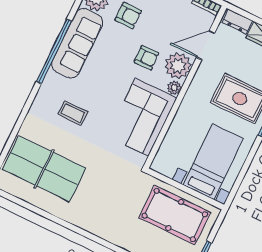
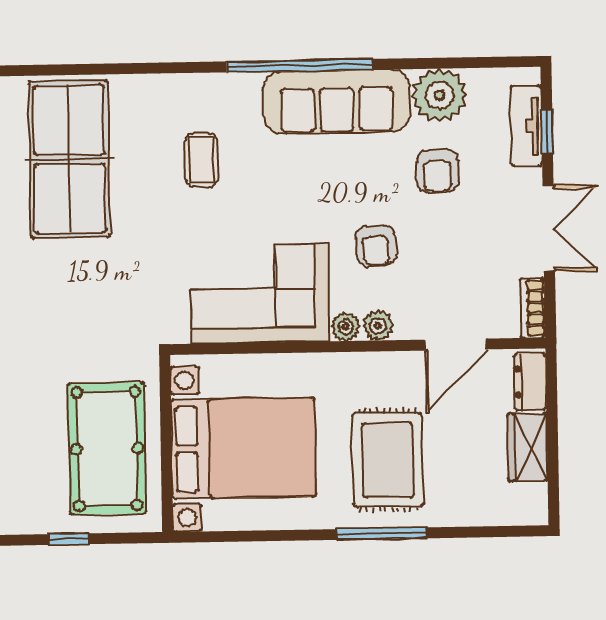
door: (206, 45) -> (456, 345), swing flipped
plant: (178, 66) -> (378, 326), width x0.53, depth x0.53
bed with nightstands: (213, 162) -> (243, 448), width x1.36

